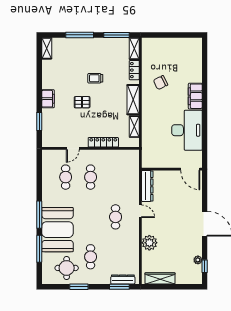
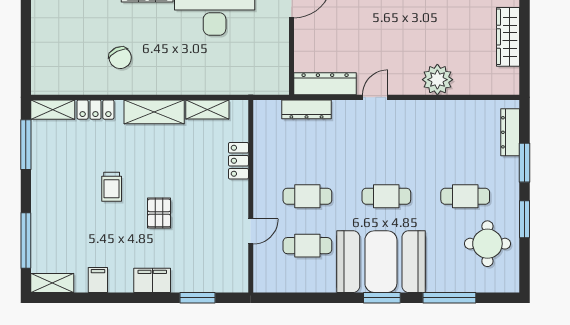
window: (80, 35) -> (26, 240), moved
filing cabinet: (48, 71) -> (98, 280), added
locker: (103, 142) -> (238, 161), width x0.66
door: (73, 148) -> (251, 231), hinge flipped
dresser: (134, 177) -> (306, 109), added
window: (39, 215) -> (382, 298), width x0.69
cafe table: (116, 217) -> (386, 196), moved
booth: (58, 230) -> (381, 262), moved
wardrobe: (160, 278) -> (508, 37), moved
window: (119, 287) -> (525, 163), moved

